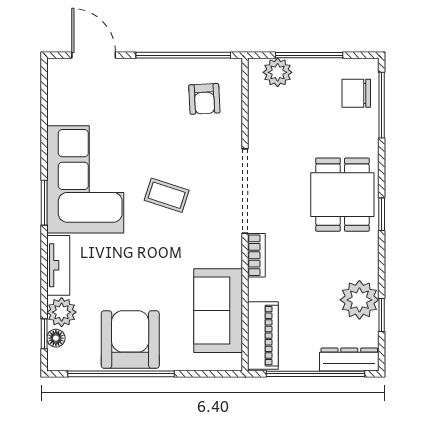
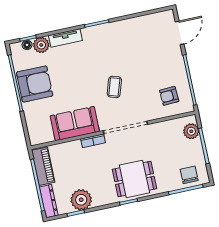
corner sofa: (85, 179) -> (114, 42), removed
sofa: (218, 311) -> (75, 124), moved
piano: (263, 336) -> (43, 166), moved, turned -90

